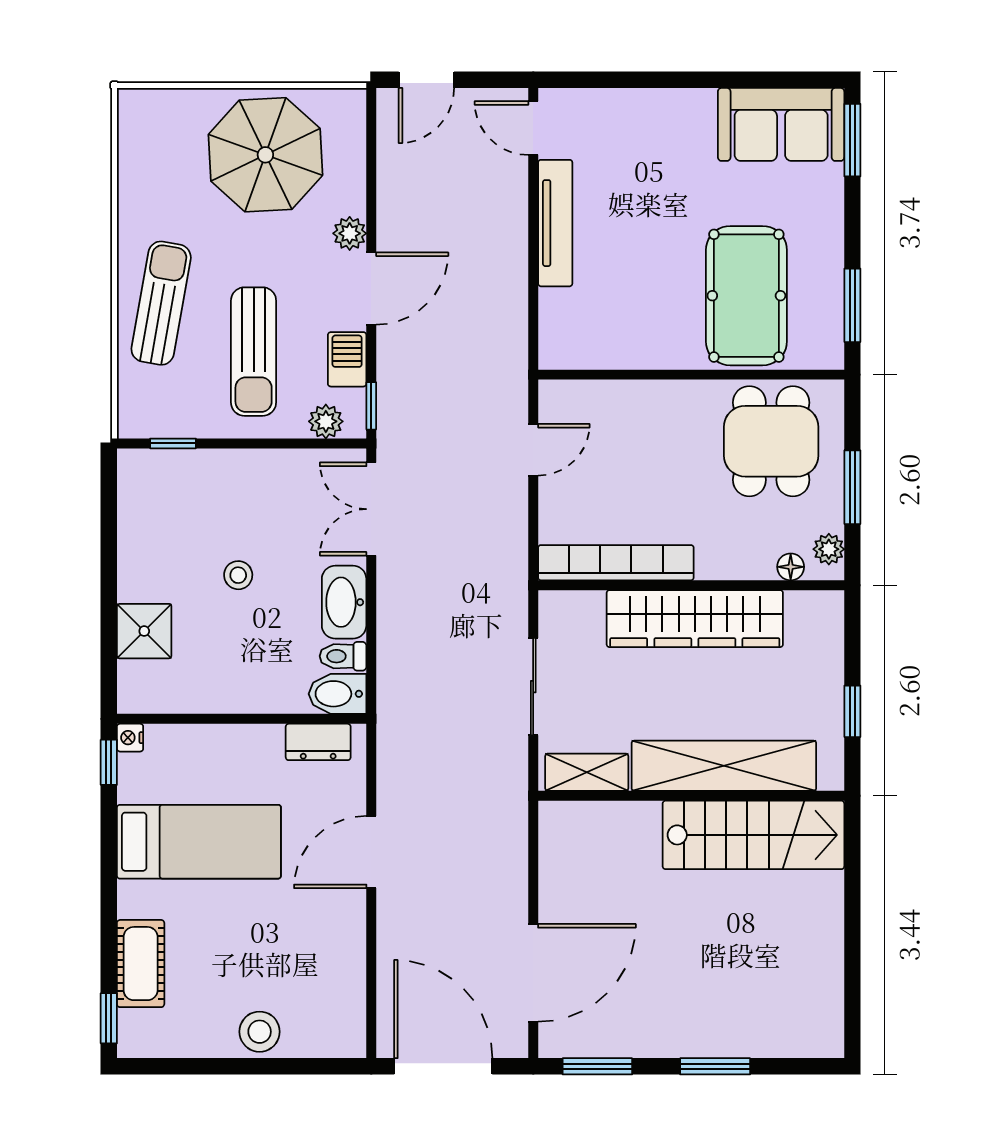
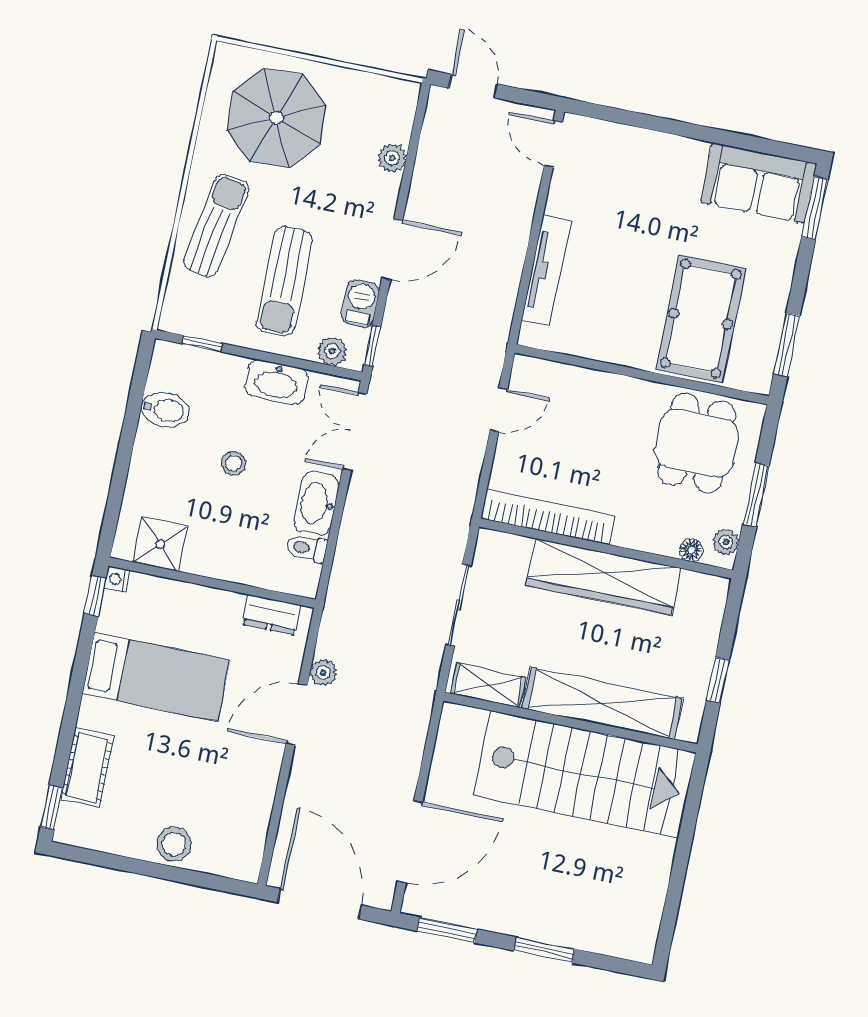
door: (426, 80) -> (473, 86), swing flipped
parasol: (265, 155) -> (276, 118), moved
tv unit: (555, 223) -> (546, 271), moved
plant: (350, 233) -> (392, 158), moved
washbasin: (269, 471) -> (277, 382), added
shower: (144, 631) -> (160, 544), moved
bidet: (337, 694) -> (165, 410), moved, turned 180
plant: (392, 797) -> (323, 673), added
stairs: (753, 835) -> (585, 774), width x1.36, depth x1.51

